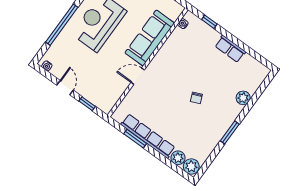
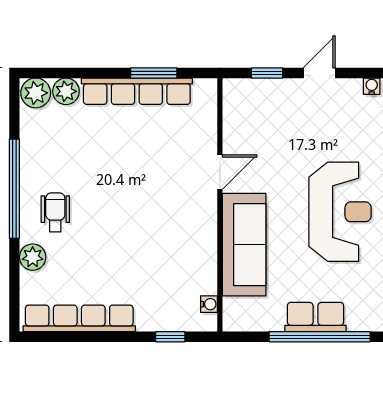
row of seats: (230, 49) -> (79, 318), width x2.02
door: (65, 88) -> (319, 73), swing flipped
chair: (196, 98) -> (105, 204), removed
wheelchair: (220, 110) -> (55, 212), added
window: (230, 132) -> (14, 189), width x2.11

